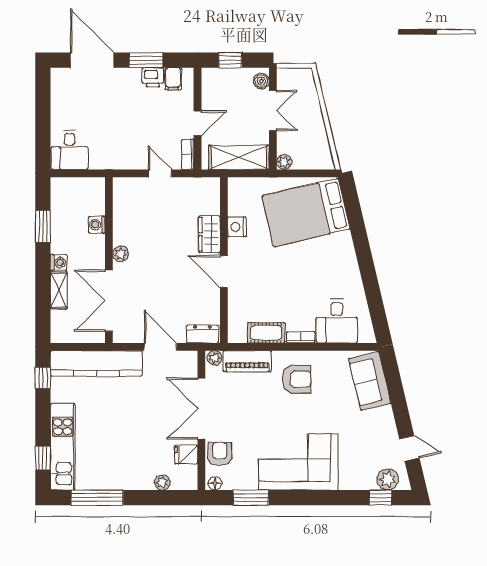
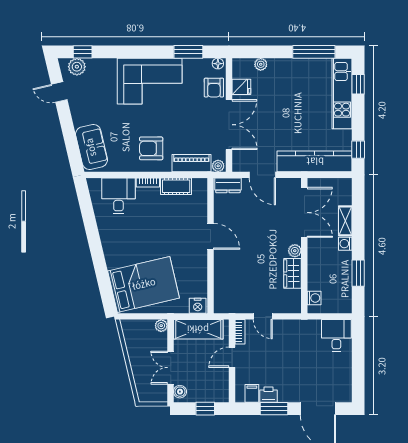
washing machine: (97, 225) -> (314, 298), moved
nightstand: (237, 227) -> (198, 306), moved, turned 90
wardrobe: (209, 234) -> (292, 273), moved, turned 180

